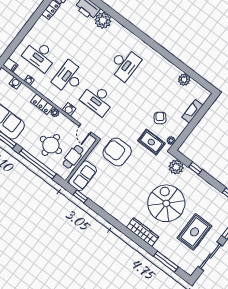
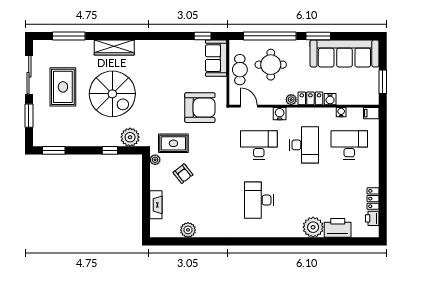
water cooler: (15, 83) -> (330, 99), moved

